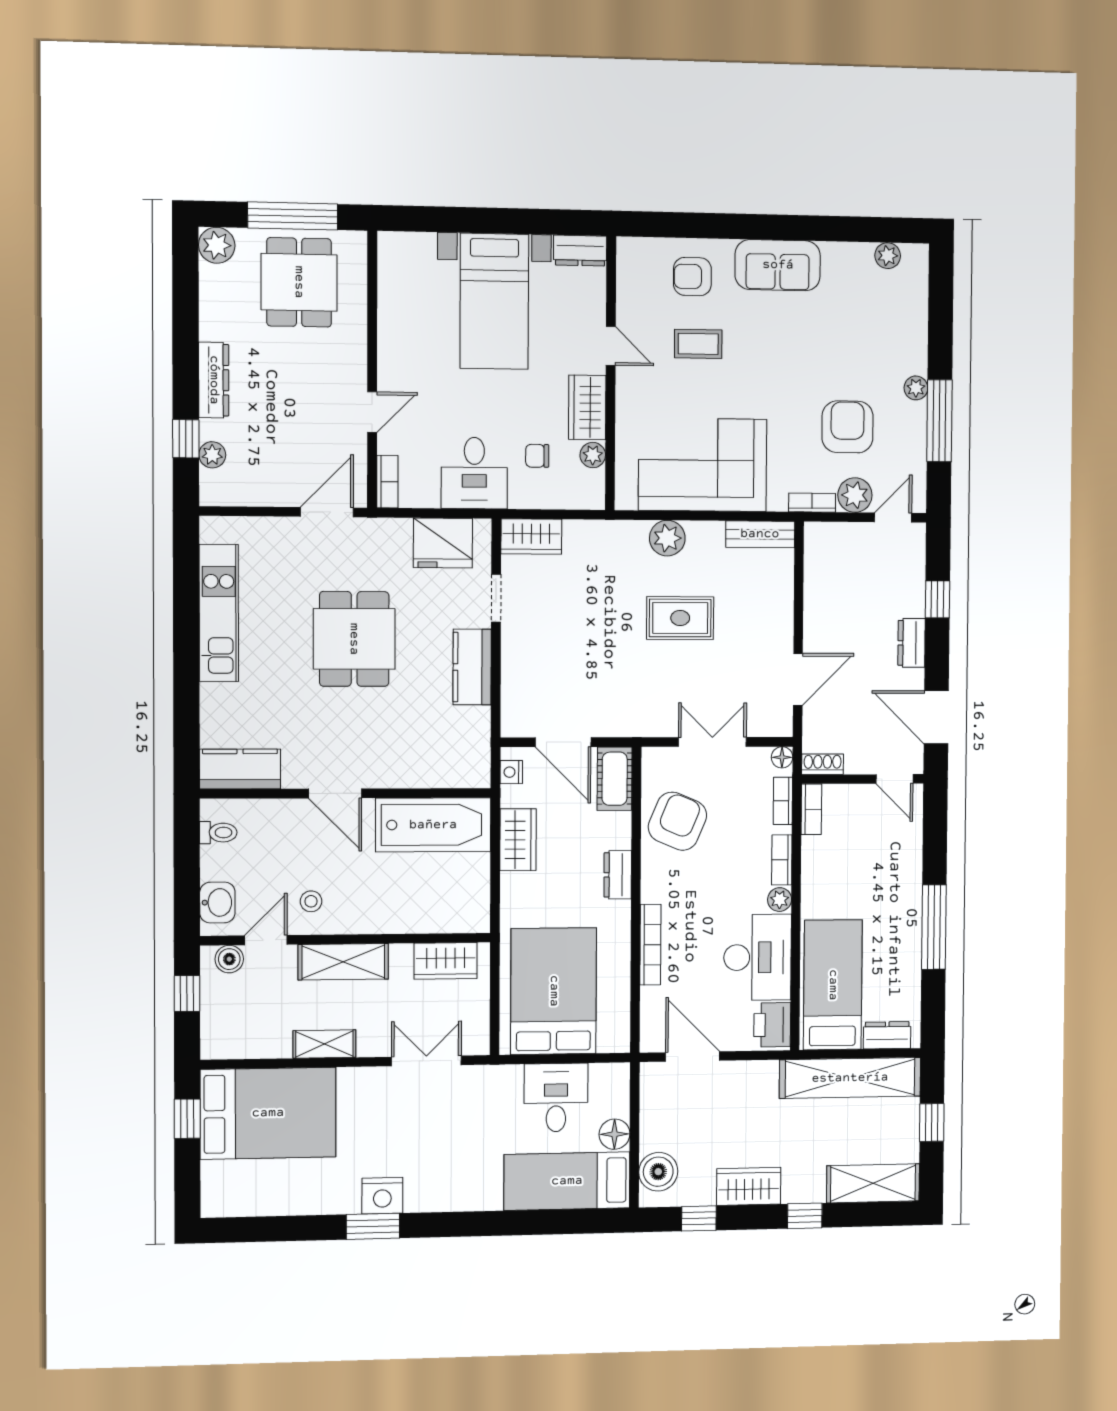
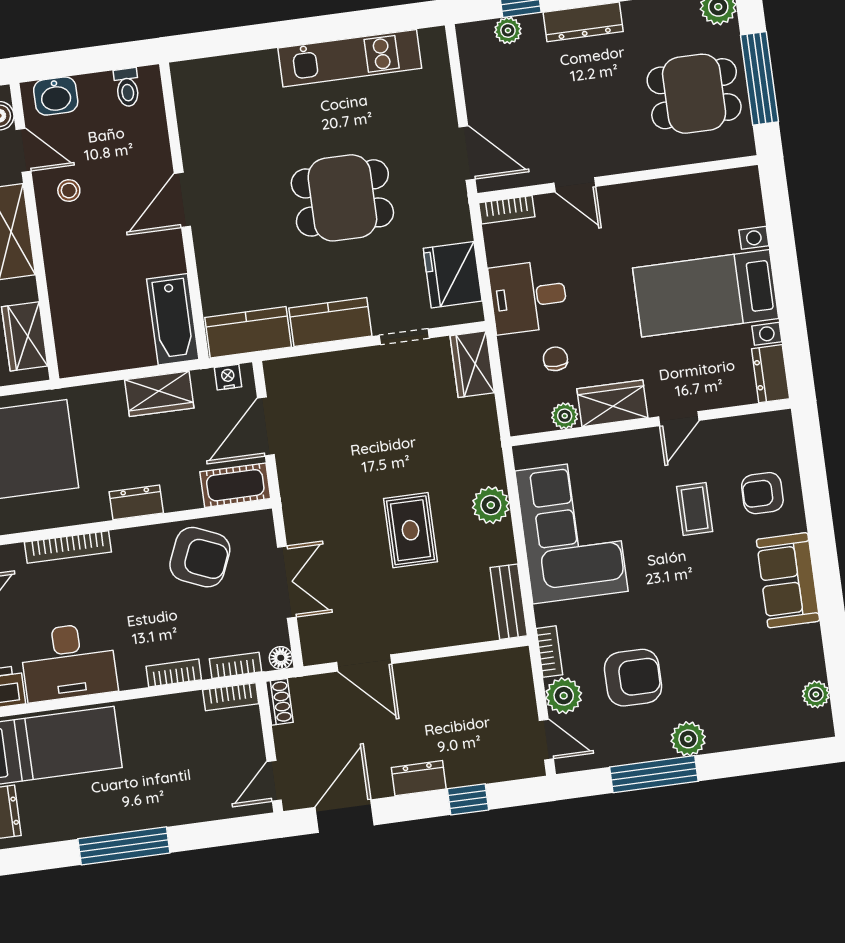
armchair: (692, 277) -> (762, 493), turned -90
plant: (916, 388) -> (688, 739), width x1.38, depth x1.38
kitchen counter: (240, 769) -> (248, 332), moved, turned -90
bathtub: (433, 825) -> (173, 319), width x0.73, depth x0.73
plant: (780, 900) -> (132, 677), removed

